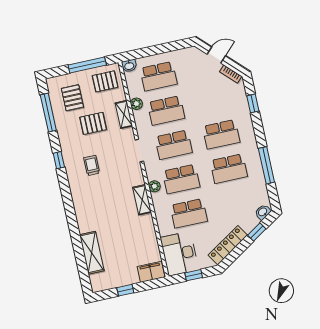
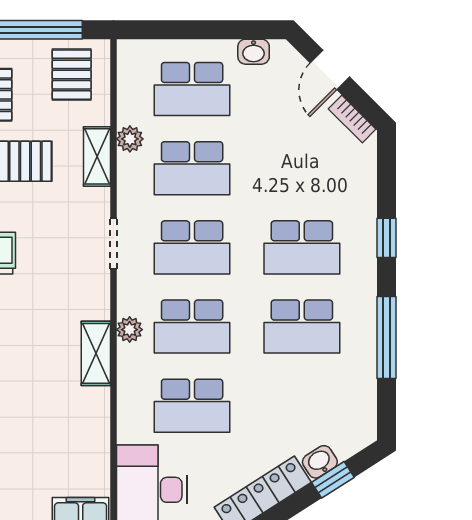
door: (216, 55) -> (330, 70), swing flipped
washbasin: (129, 66) -> (254, 52), moved
pallet: (105, 81) -> (72, 75), turned 90
window: (253, 103) -> (387, 238), moved
washbasin: (263, 212) -> (320, 462), moved

